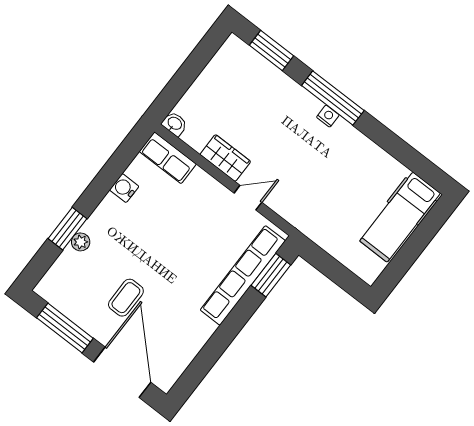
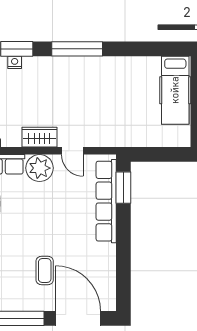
nightstand: (328, 116) -> (15, 62), moved
plant: (201, 190) -> (40, 168), added
door: (248, 198) -> (72, 151), swing flipped

